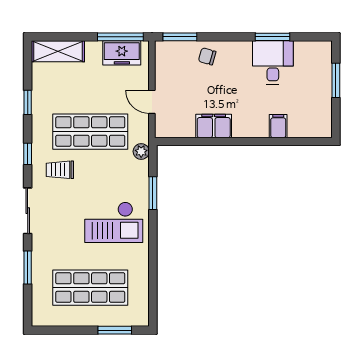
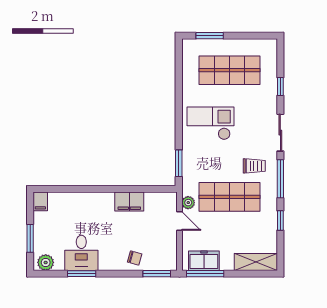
plant: (317, 51) -> (46, 262), added
filing cabinet: (278, 126) -> (40, 201), moved
plant: (141, 151) -> (188, 203), moved
window: (28, 154) -> (280, 179), width x2.17
window: (153, 193) -> (179, 163), moved
window: (28, 267) -> (280, 87), width x0.67

